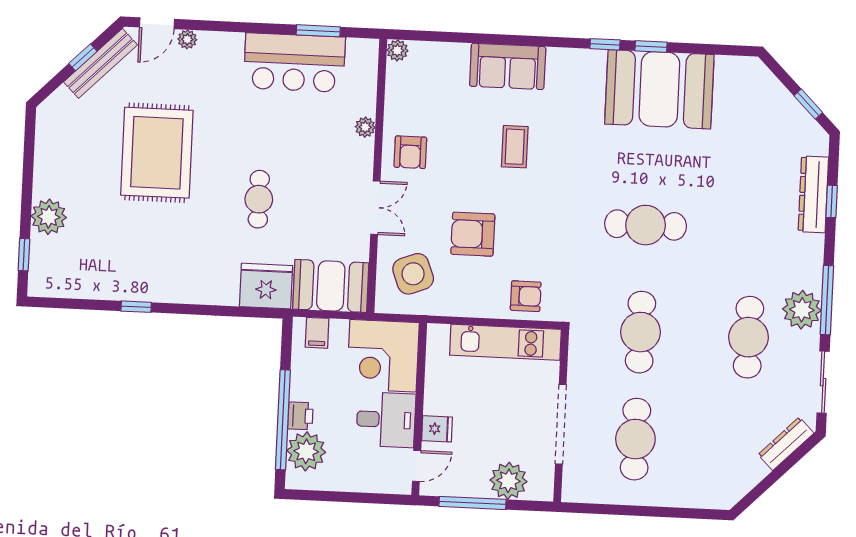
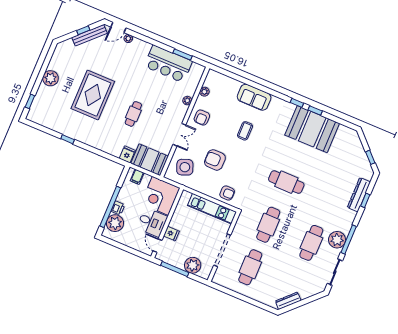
plant: (397, 50) -> (204, 92), moved
rug: (157, 153) -> (93, 95), moved
plant: (49, 217) -> (50, 78), moved
fridge: (266, 286) -> (127, 154), width x0.53, depth x0.75
dresser: (786, 444) -> (288, 301), moved
door: (417, 466) -> (158, 246), swing flipped

